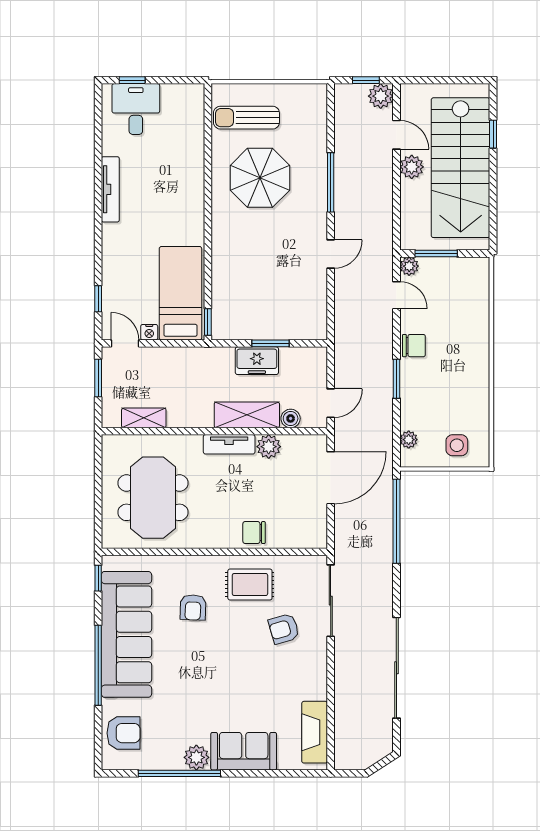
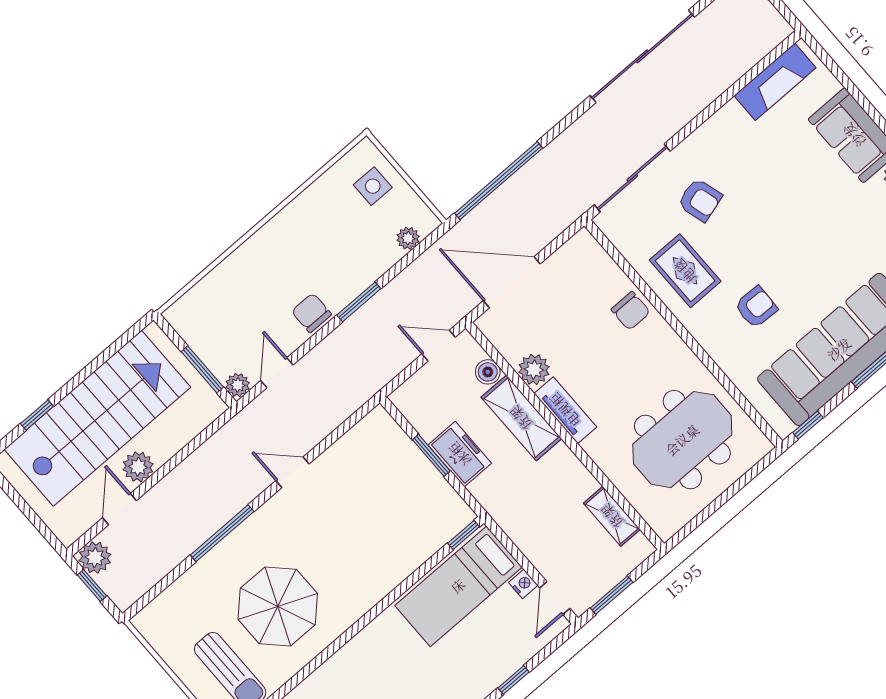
window: (98, 299) -> (513, 680), moved

